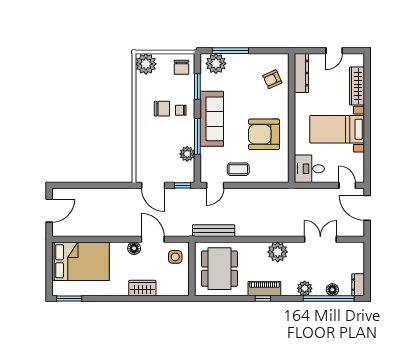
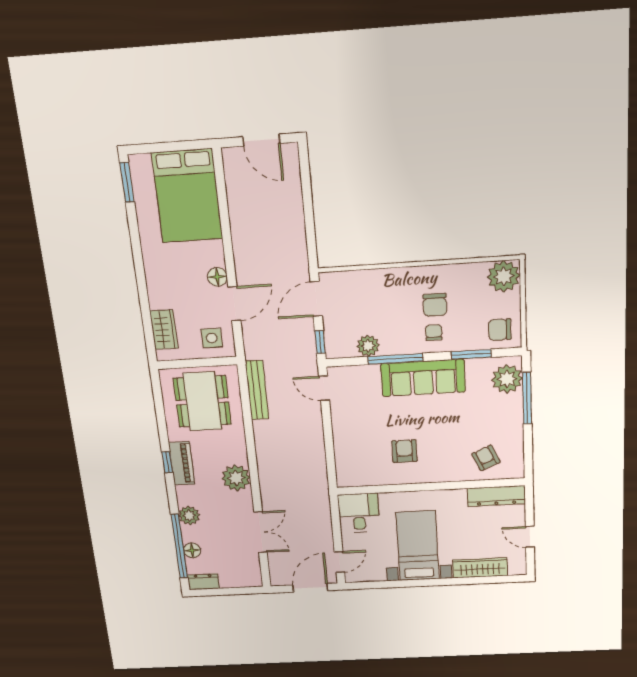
armchair: (264, 134) -> (404, 451), width x0.53, depth x0.53
coffee table: (238, 169) -> (351, 419), removed
dining table: (219, 269) -> (202, 401), turned 90
wardrobe: (142, 288) -> (164, 330), moved

